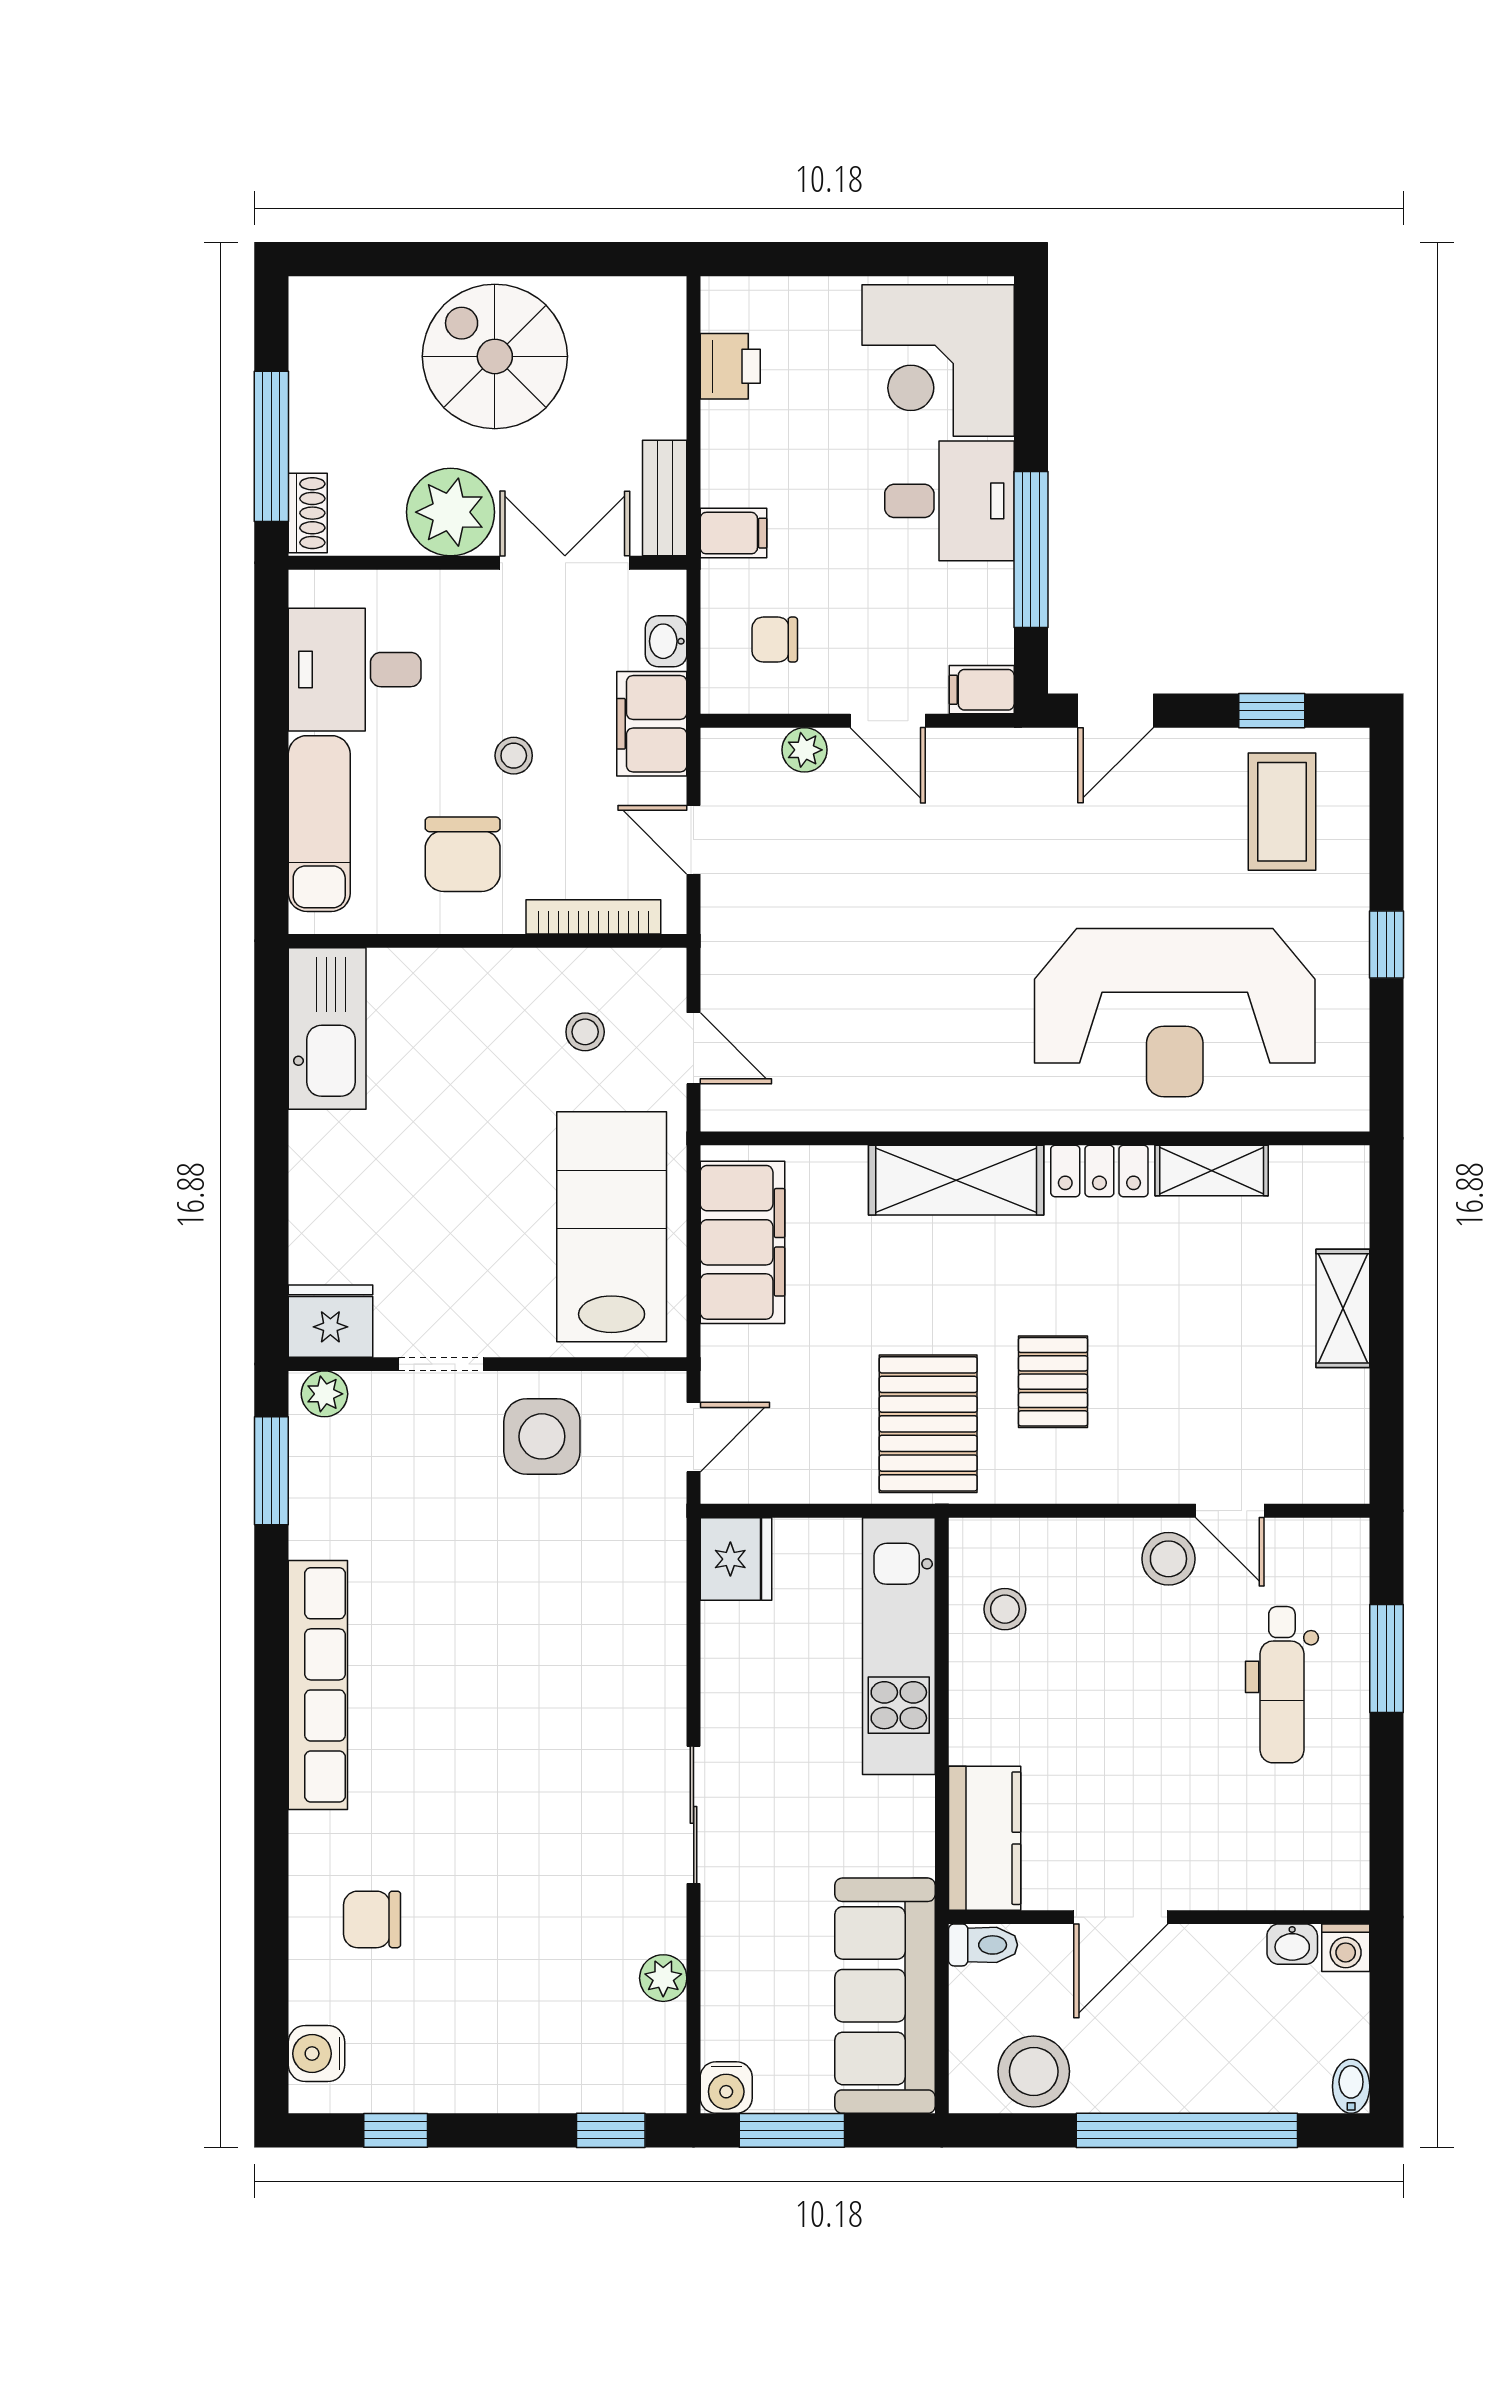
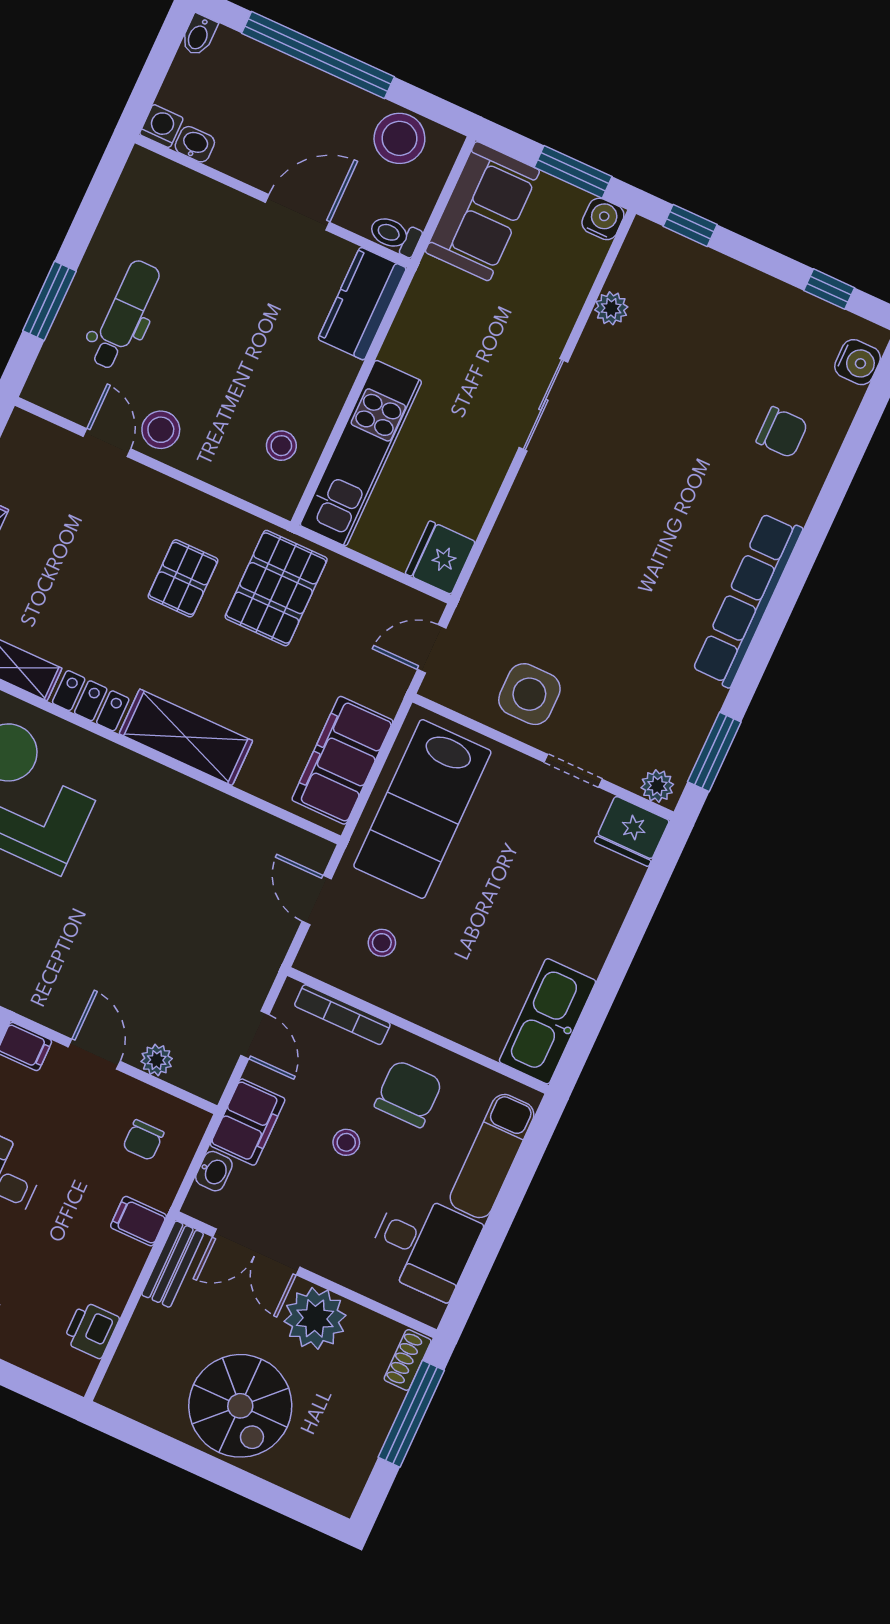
chair: (775, 640) -> (143, 1140), turned 90
sofa: (885, 1996) -> (482, 211), width x0.73

